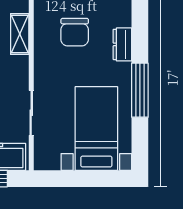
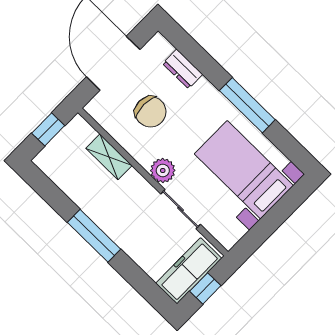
dresser: (122, 44) -> (183, 69), moved
plant: (45, 77) -> (163, 170), added

